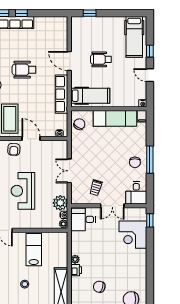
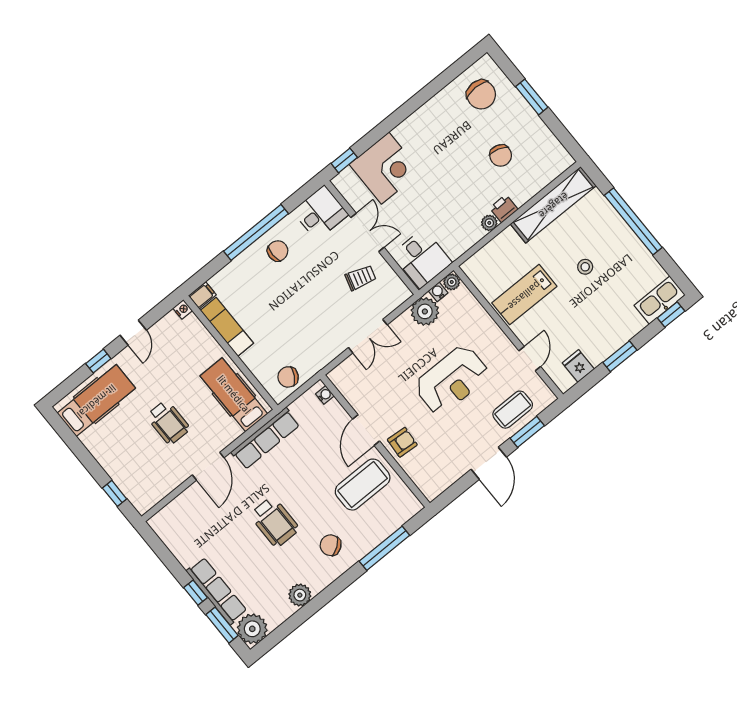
exam couch: (115, 118) -> (227, 327), width x0.73, depth x0.69
window: (150, 160) -> (256, 232), width x1.46

